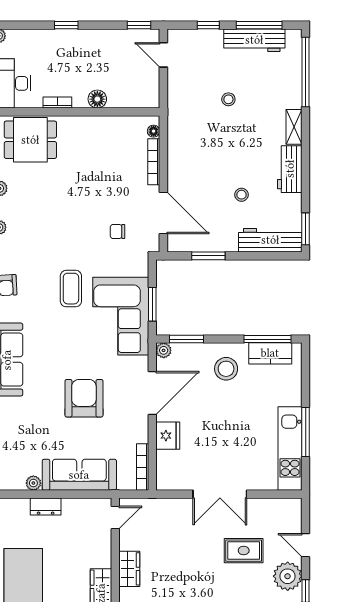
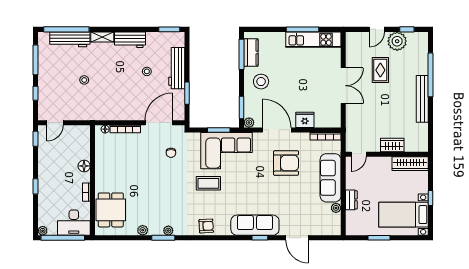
workbench: (254, 40) -> (70, 39), moved, turned 90
workbench: (270, 240) -> (177, 68), moved
armchair: (84, 398) -> (286, 163), moved, turned 180
door: (115, 517) -> (359, 154), swing flipped

